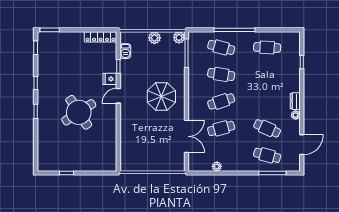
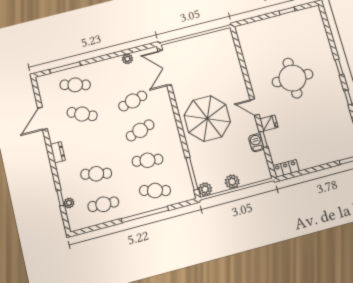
locker: (101, 37) -> (286, 168), width x0.66
barbecue: (125, 51) -> (256, 143), moved
cafe table: (267, 74) -> (96, 174), added
door: (118, 96) -> (255, 107), swing flipped
parasol: (161, 97) -> (207, 119), width x1.36, depth x1.36
round table: (79, 112) -> (292, 78), turned 33
plant: (296, 115) -> (69, 203), moved
double door: (187, 136) -> (165, 68), moved
door: (302, 145) -> (42, 118), moved

